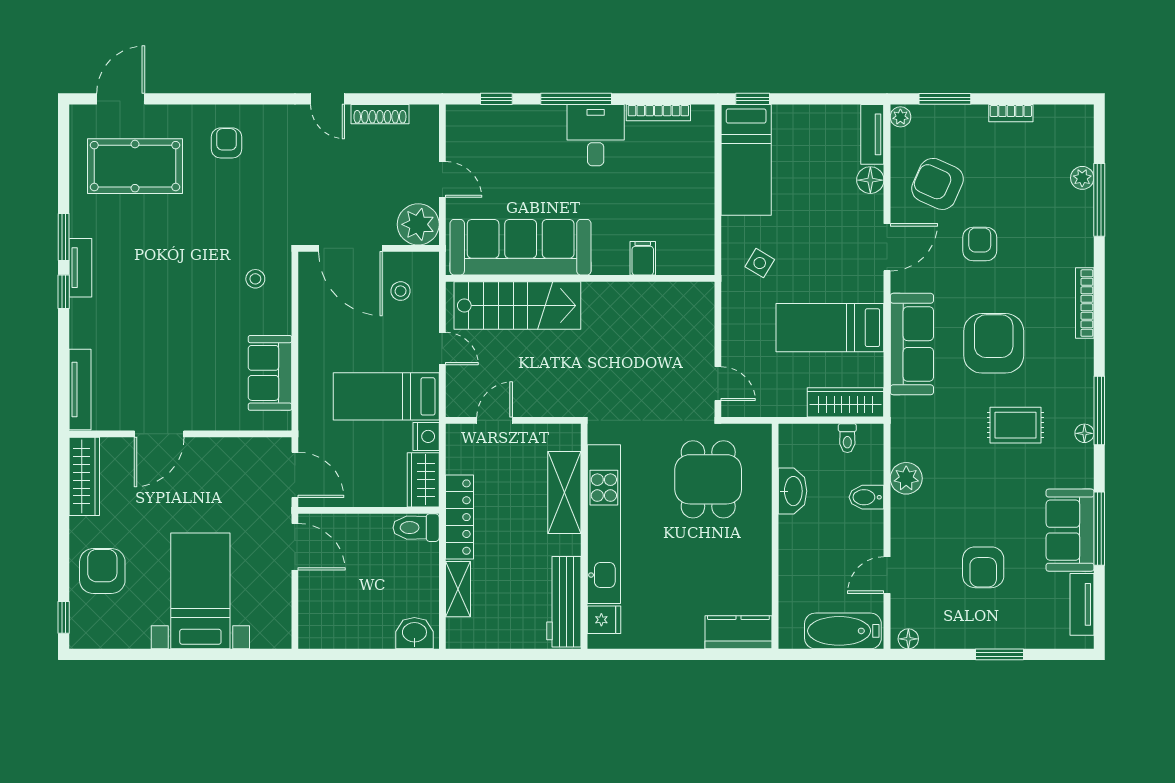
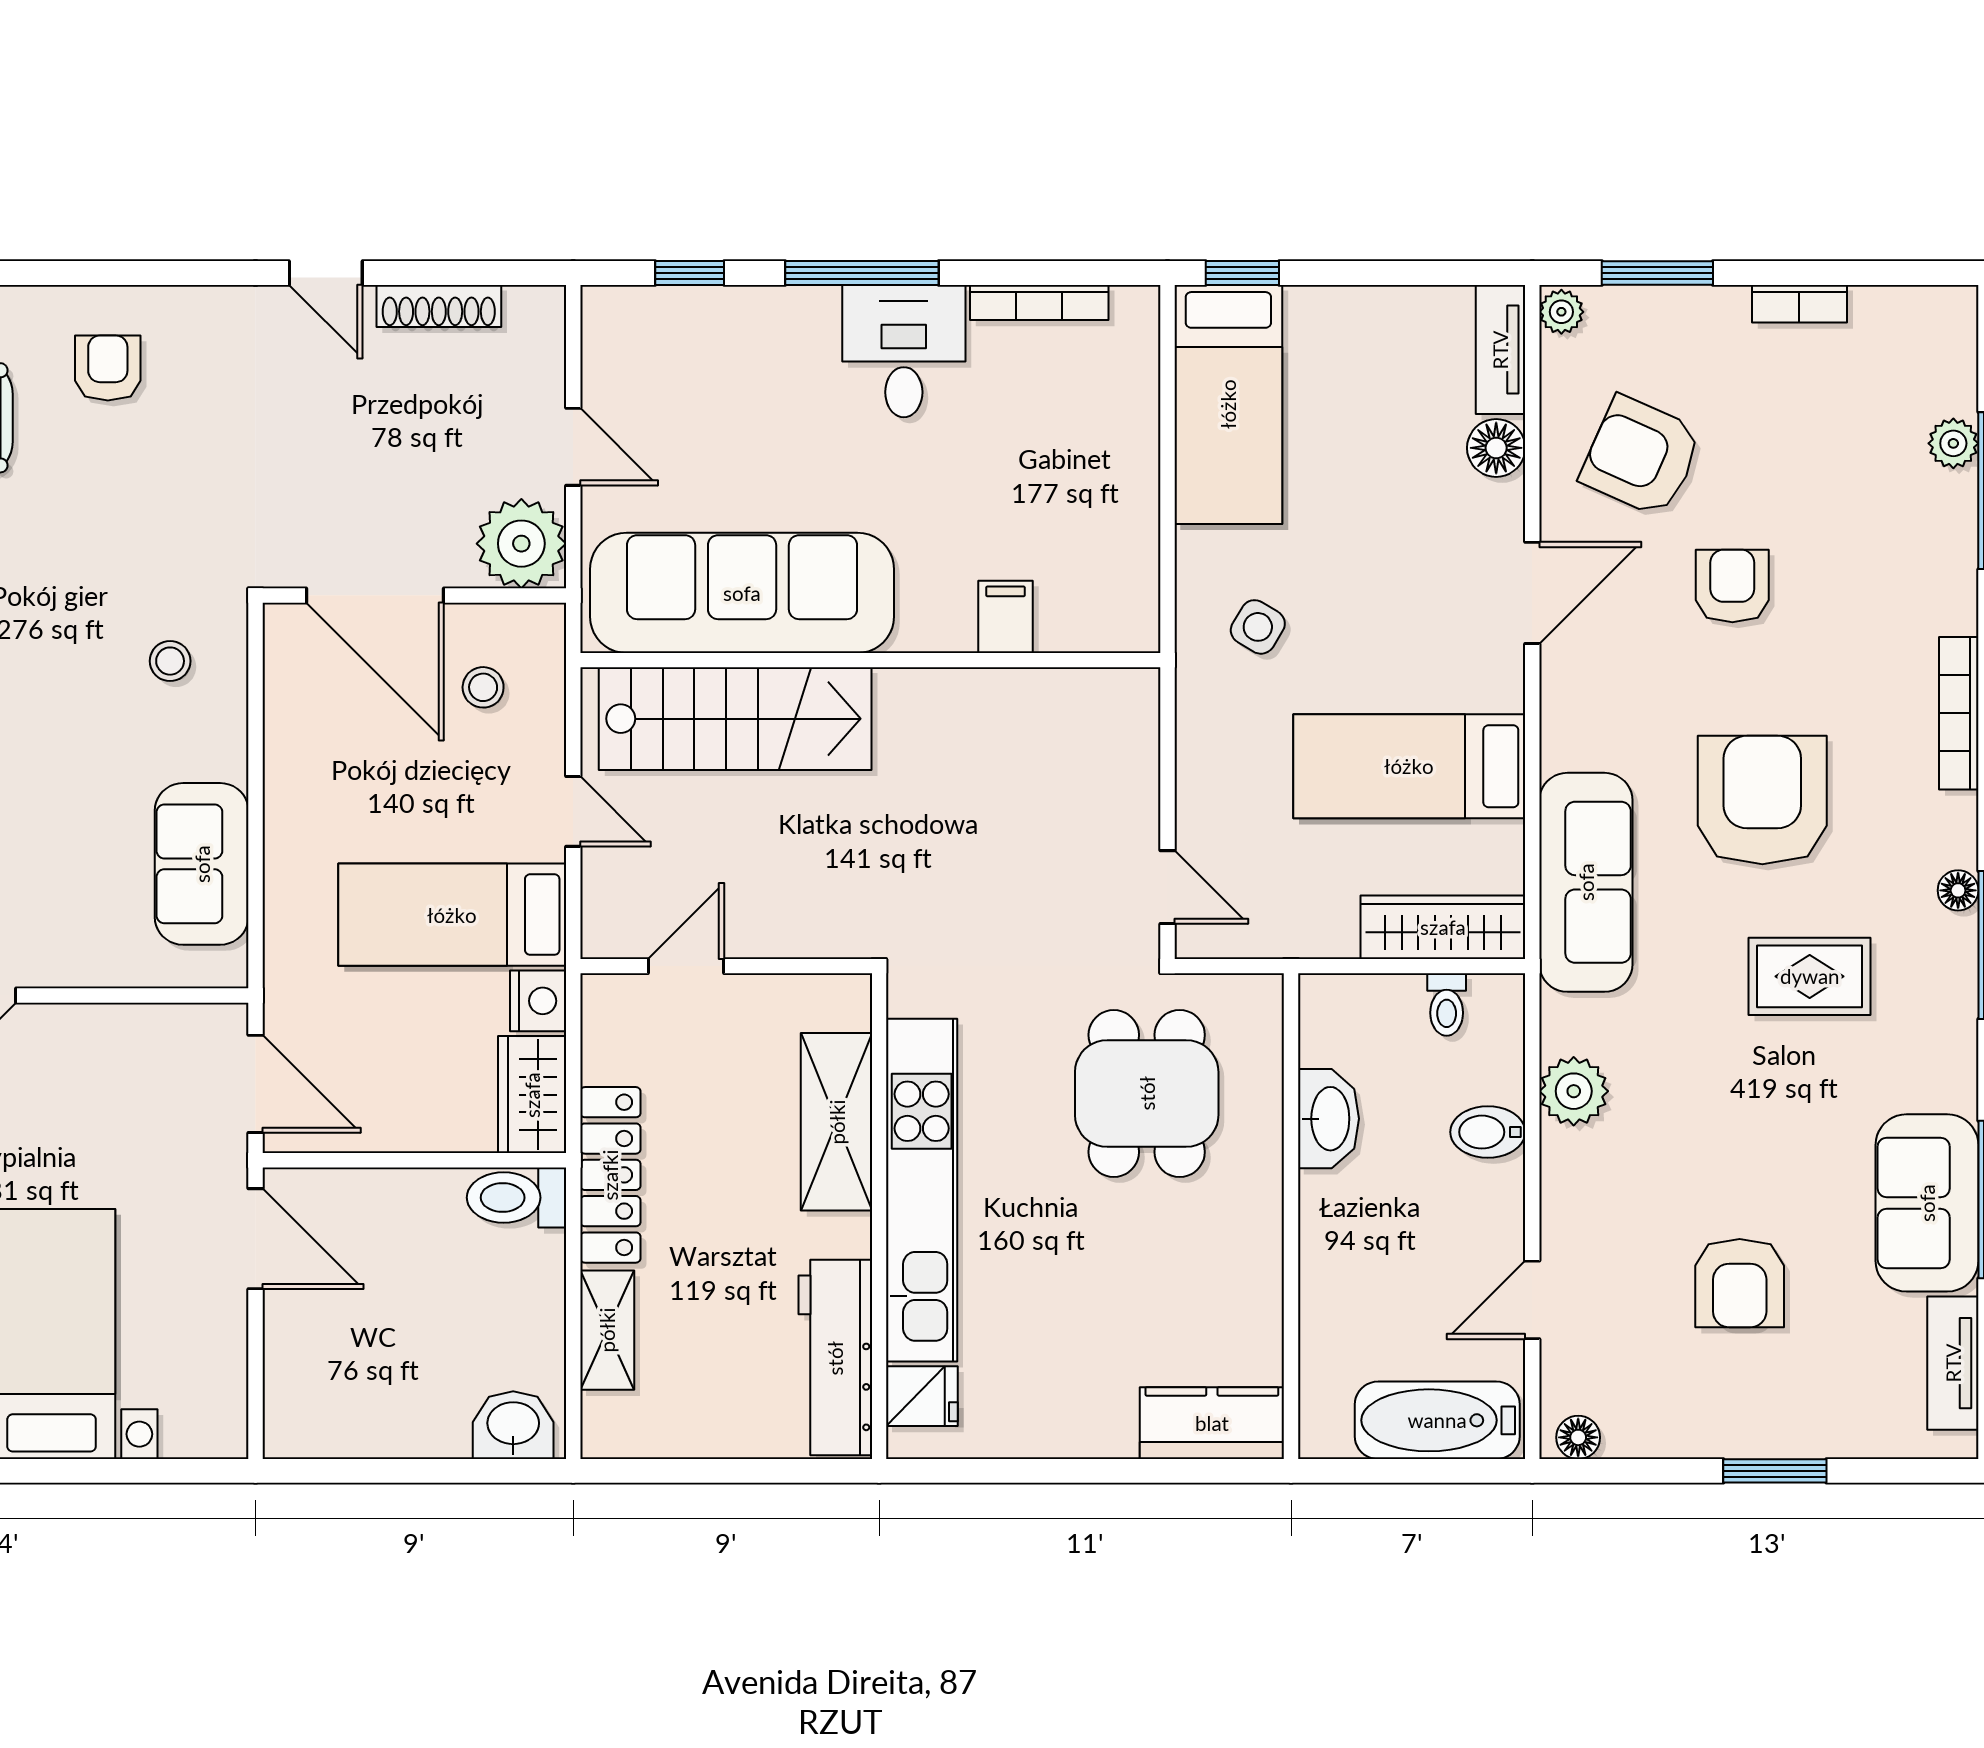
sofa: (912, 344) -> (1586, 882), moved
floor lamp: (1084, 433) -> (1958, 890), moved

